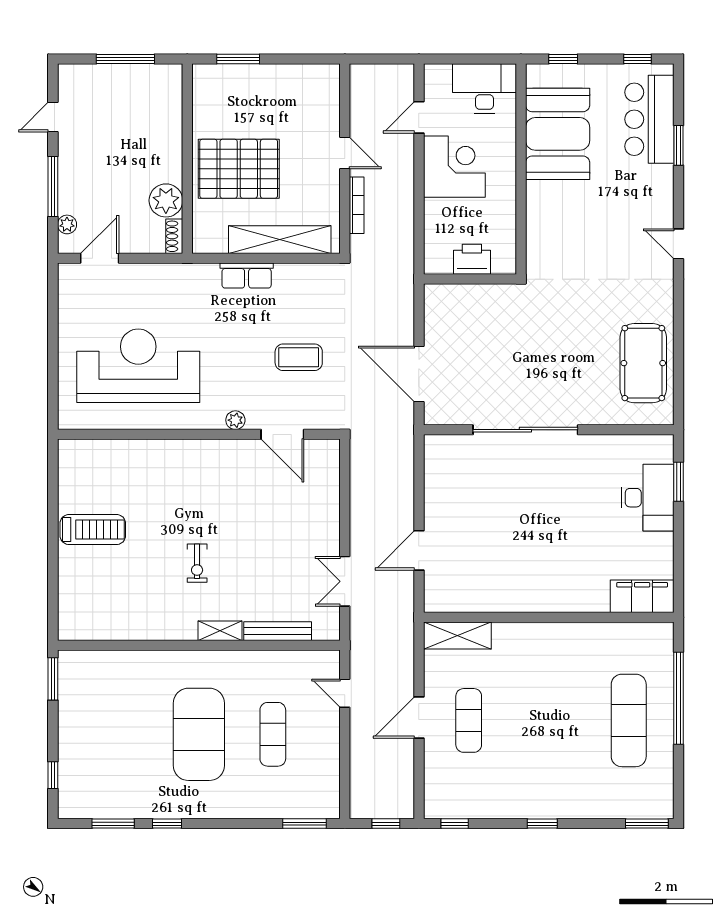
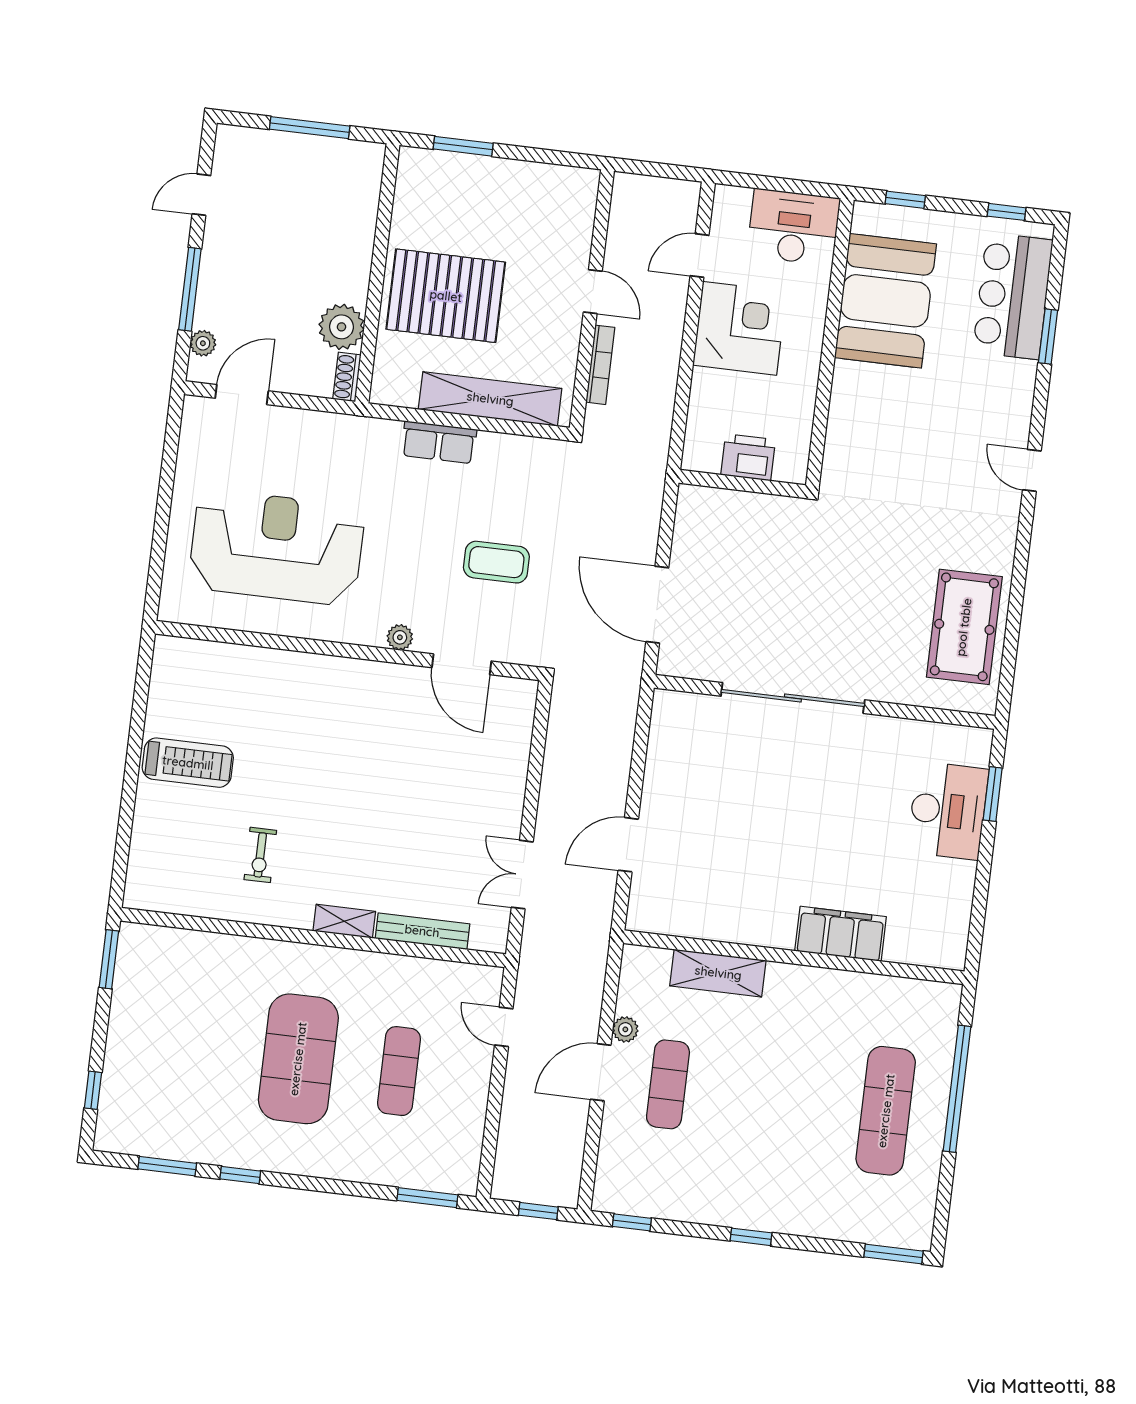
exercise bike: (197, 563) -> (260, 855), moved
filing cabinet: (642, 596) -> (841, 934), moved
shelving: (457, 635) -> (718, 973), moved
plant: (433, 684) -> (625, 1029), added

